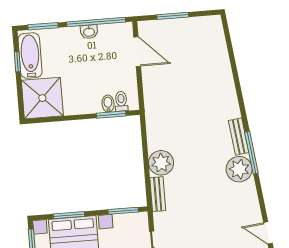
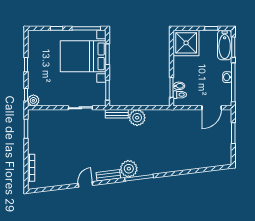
bathtub: (30, 55) -> (225, 45), moved, turned 90
bench: (239, 137) -> (108, 175), moved

